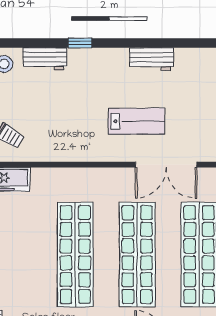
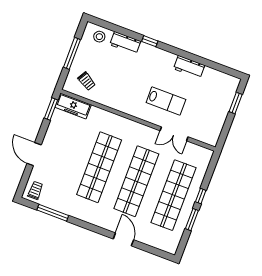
double door: (166, 165) -> (174, 134), width x0.73

